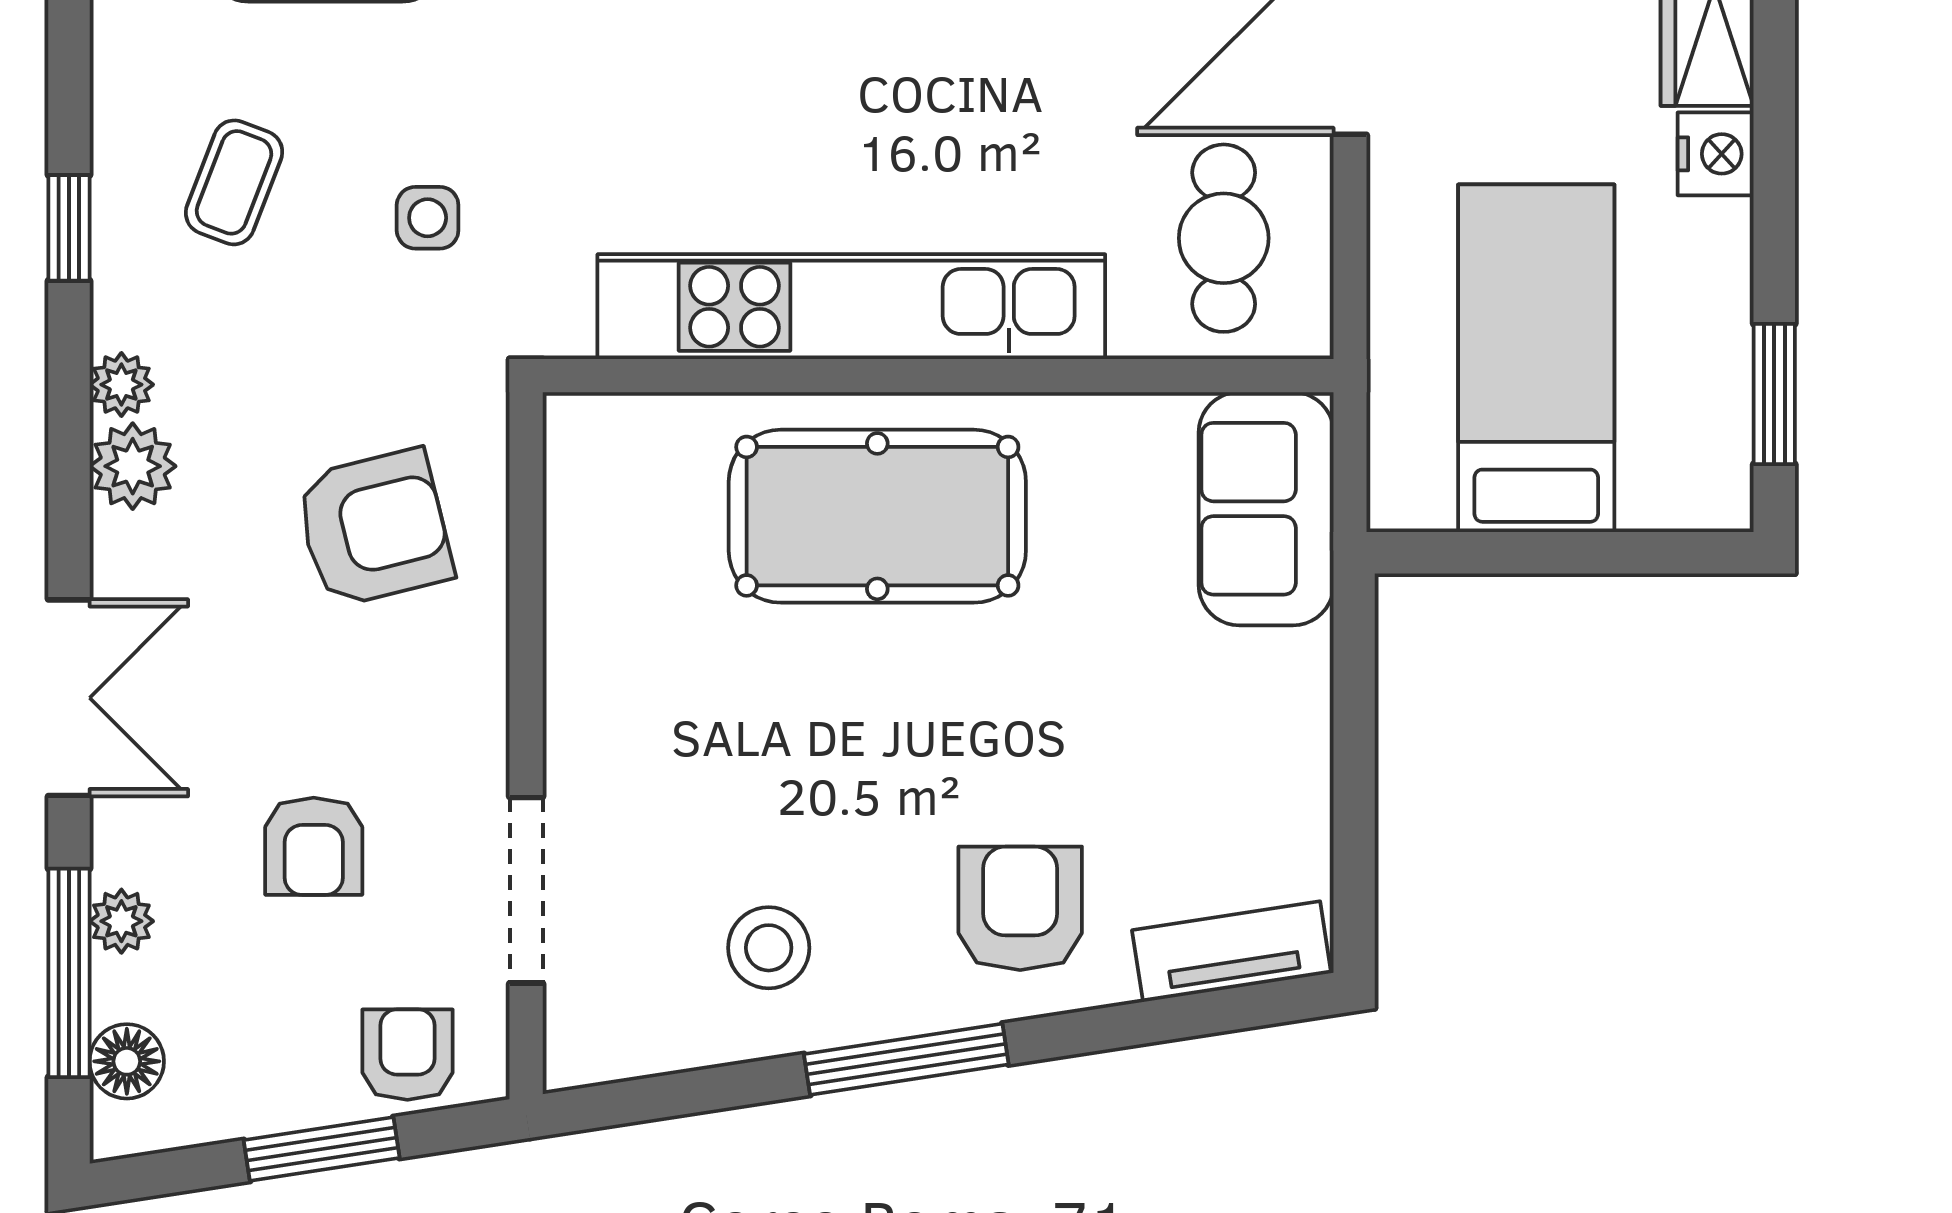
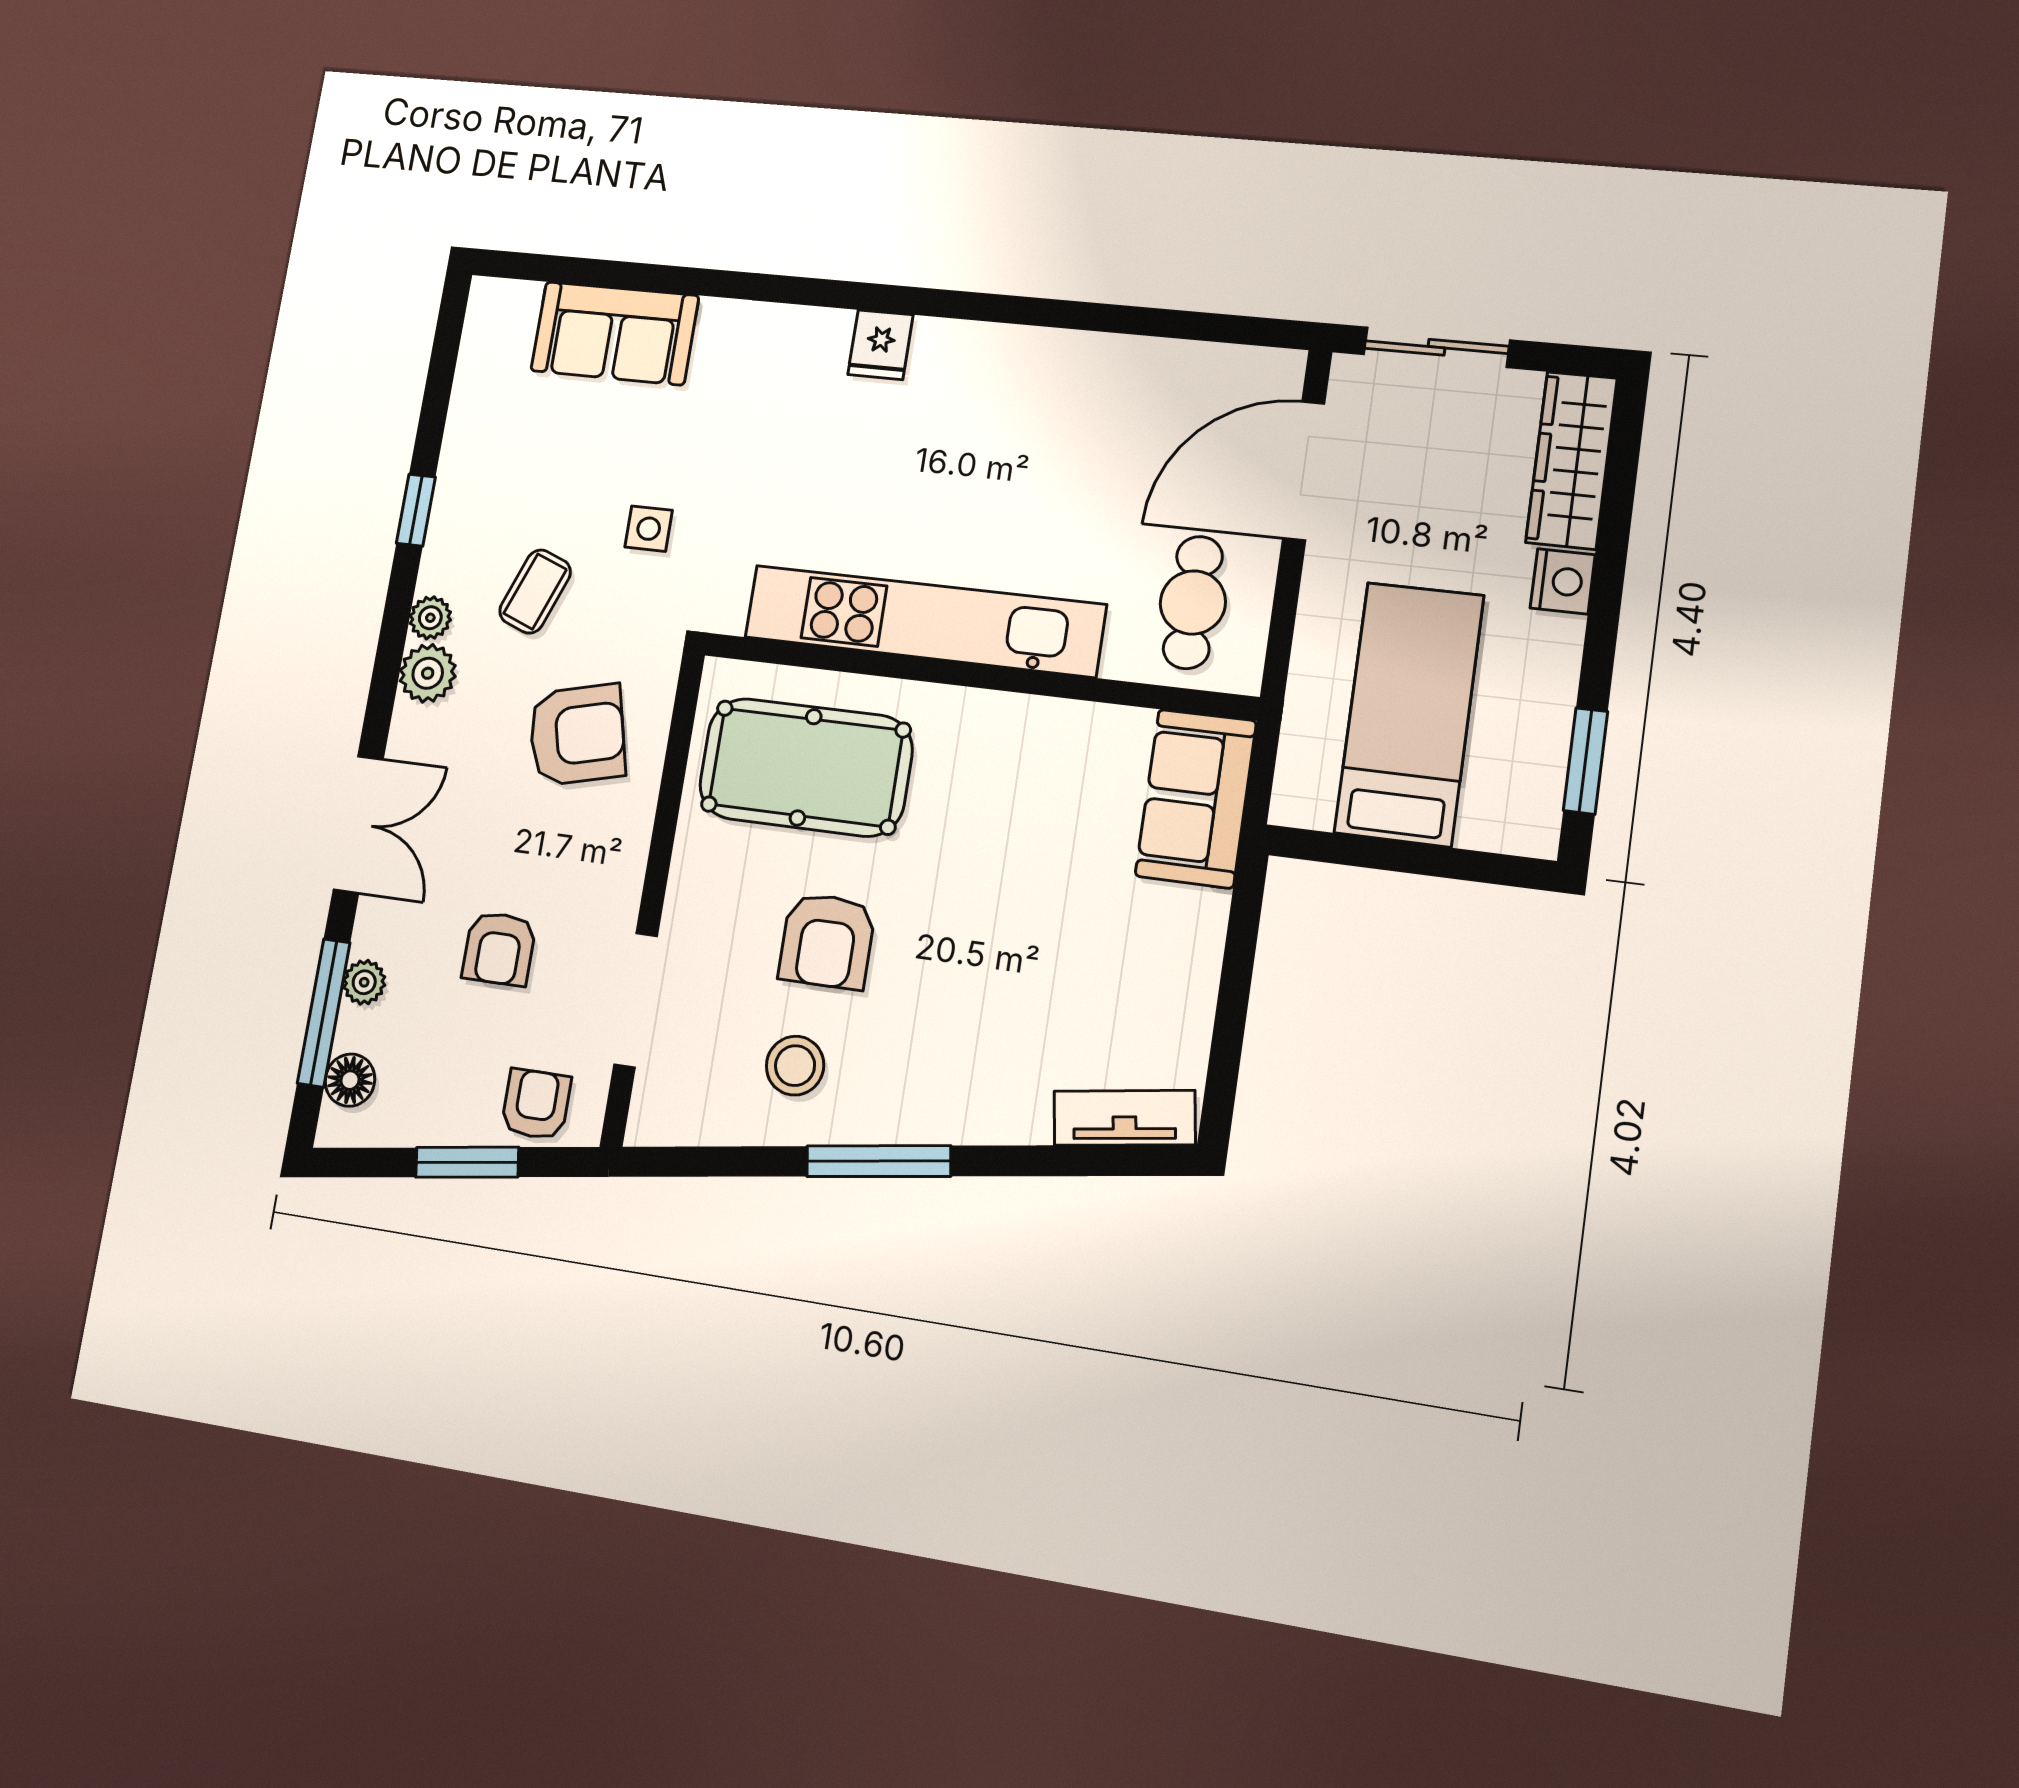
coffee table: (234, 182) -> (535, 592), moved
pool table: (877, 516) -> (806, 767), moved
armchair: (1020, 908) -> (827, 941), moved, turned 180

